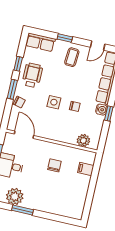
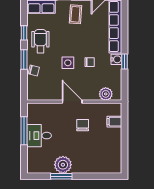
door: (24, 135) -> (72, 102), moved
plant: (15, 196) -> (63, 165), moved

